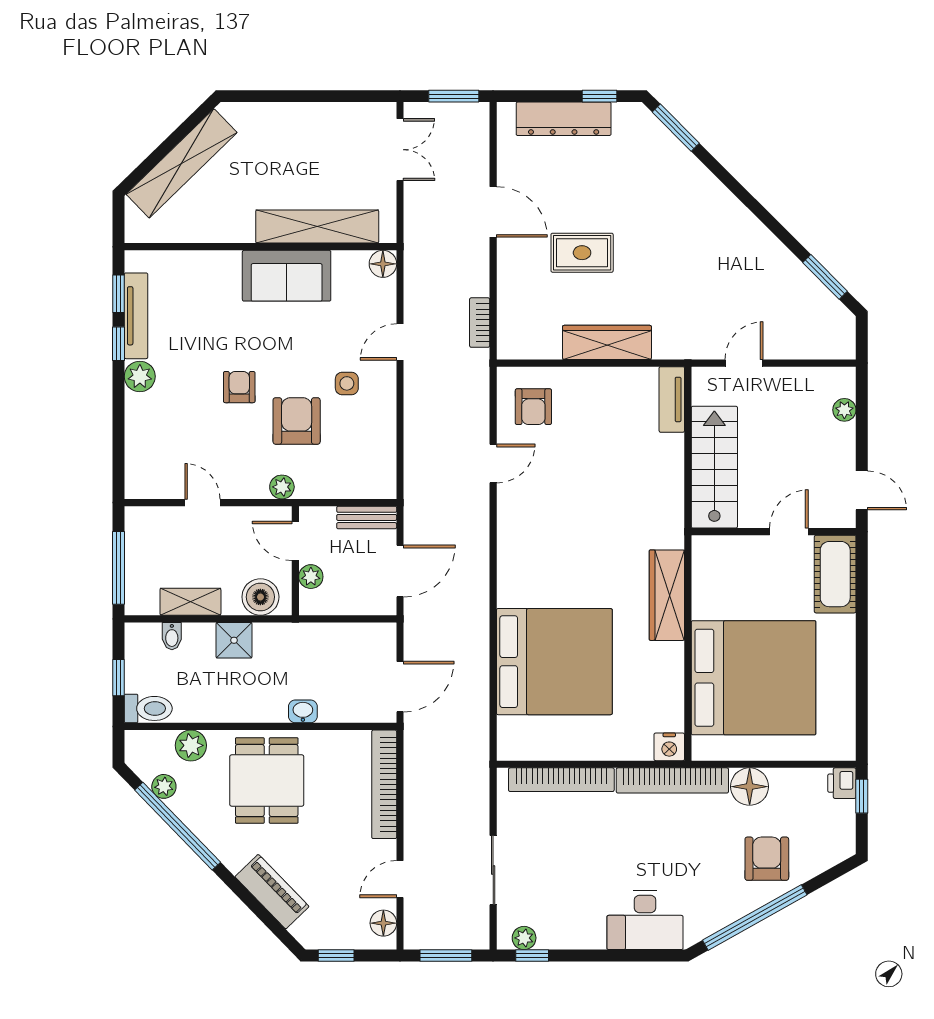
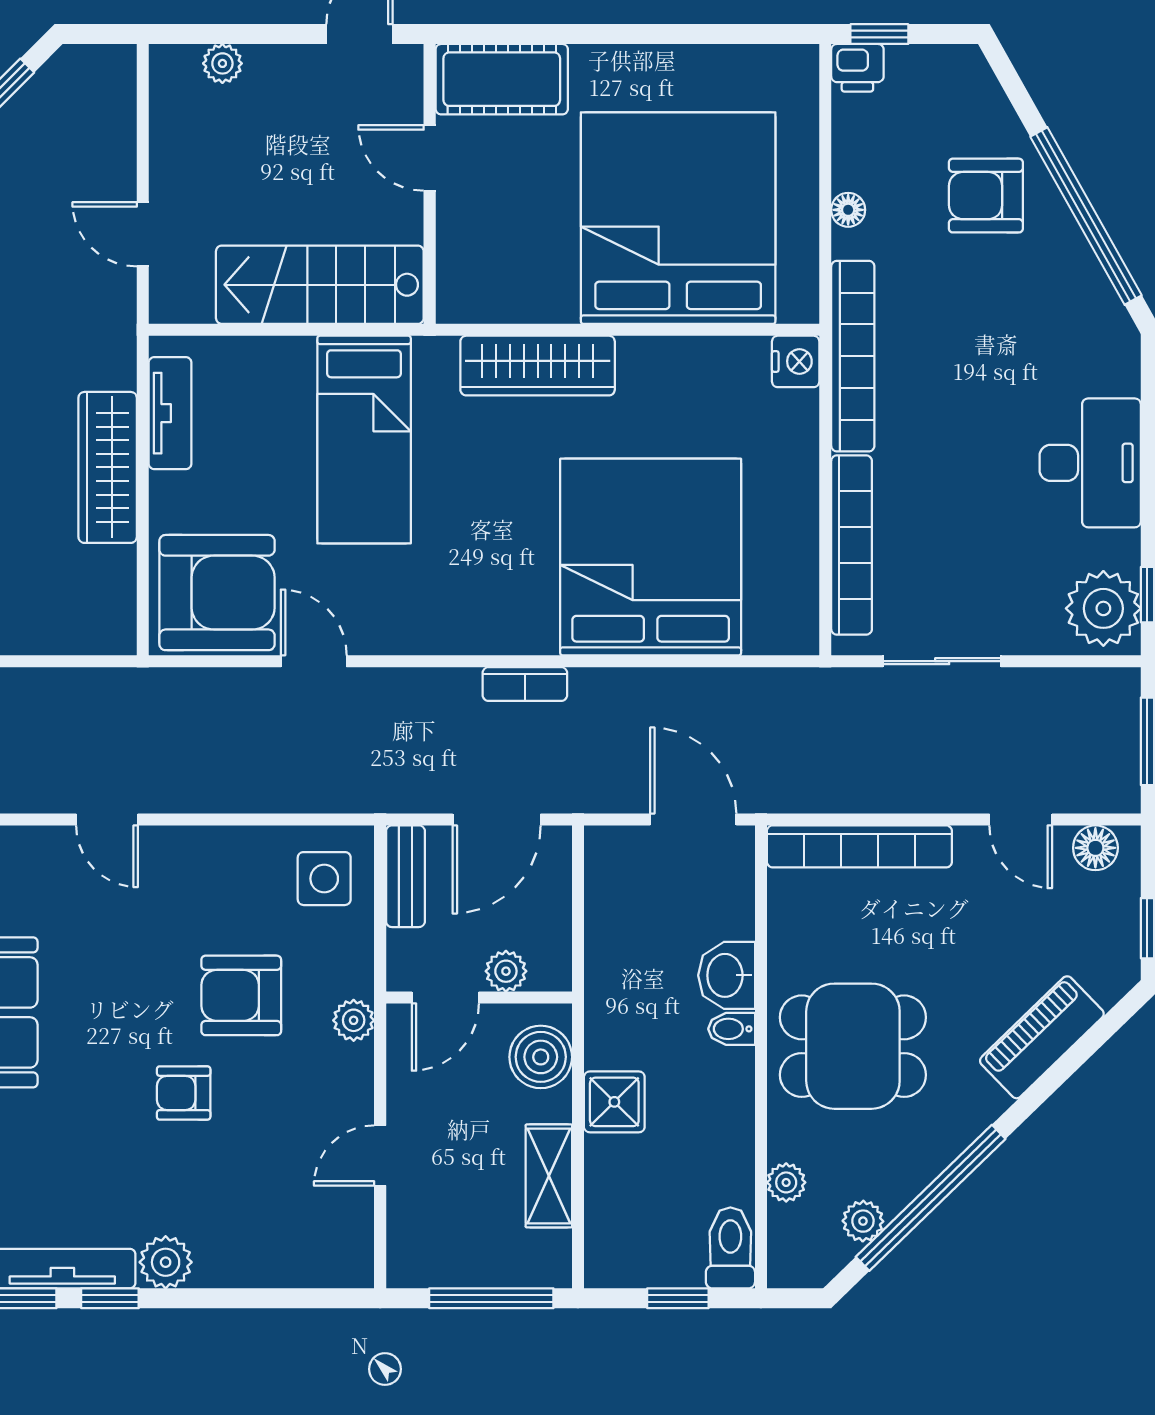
bookcase: (480, 323) -> (525, 684), moved
side table: (347, 383) -> (324, 879), moved, width x1.37, depth x1.37
tv unit: (672, 399) -> (170, 413), moved, turned -90
armchair: (533, 407) -> (217, 593), width x1.88, depth x1.88
bed: (623, 493) -> (364, 440), added
door: (400, 571) -> (497, 819), swing flipped
bidet: (172, 636) -> (732, 1029), moved, turned 180
washbasin: (303, 711) -> (727, 975), width x1.38, depth x1.45
plant: (191, 745) -> (786, 1182), width x0.73, depth x0.73
floor lamp: (750, 787) -> (848, 210), width x0.53, depth x0.53
sliding door: (493, 870) -> (942, 661), moved
desk: (645, 920) -> (1090, 463), moved
plant: (524, 938) -> (1103, 608), width x1.87, depth x1.87

